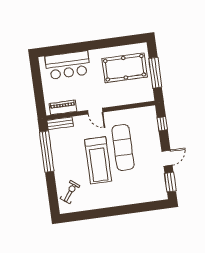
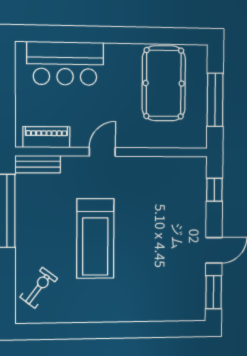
pool table: (125, 68) -> (164, 83), turned 90
door: (95, 111) -> (102, 152), swing flipped
exercise mat: (123, 147) -> (142, 222), removed

